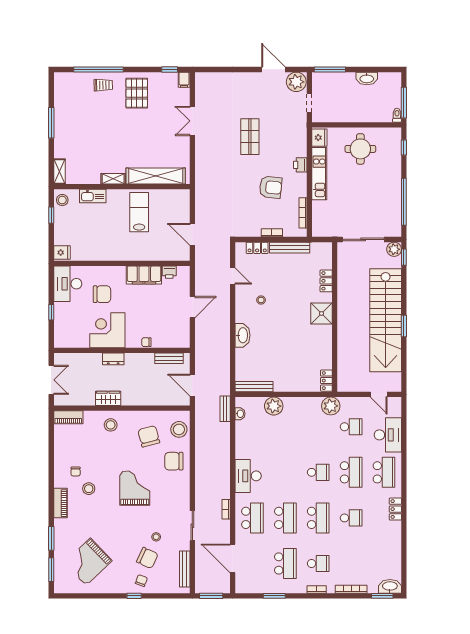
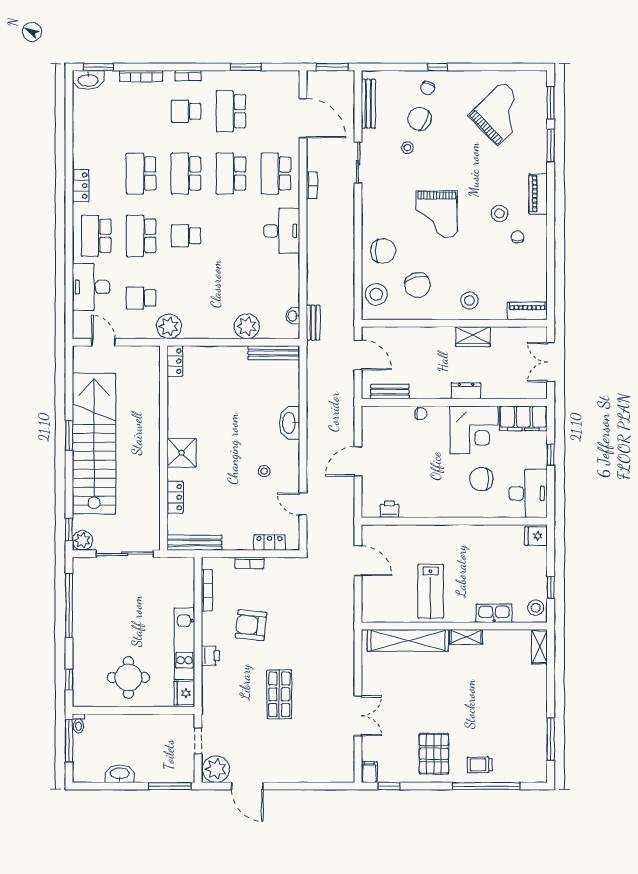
window: (51, 123) -> (551, 739), moved
bench: (290, 248) -> (194, 543), moved
filing cabinet: (144, 275) -> (523, 418), moved, turned 180
school desk: (351, 518) -> (141, 173), width x1.85

